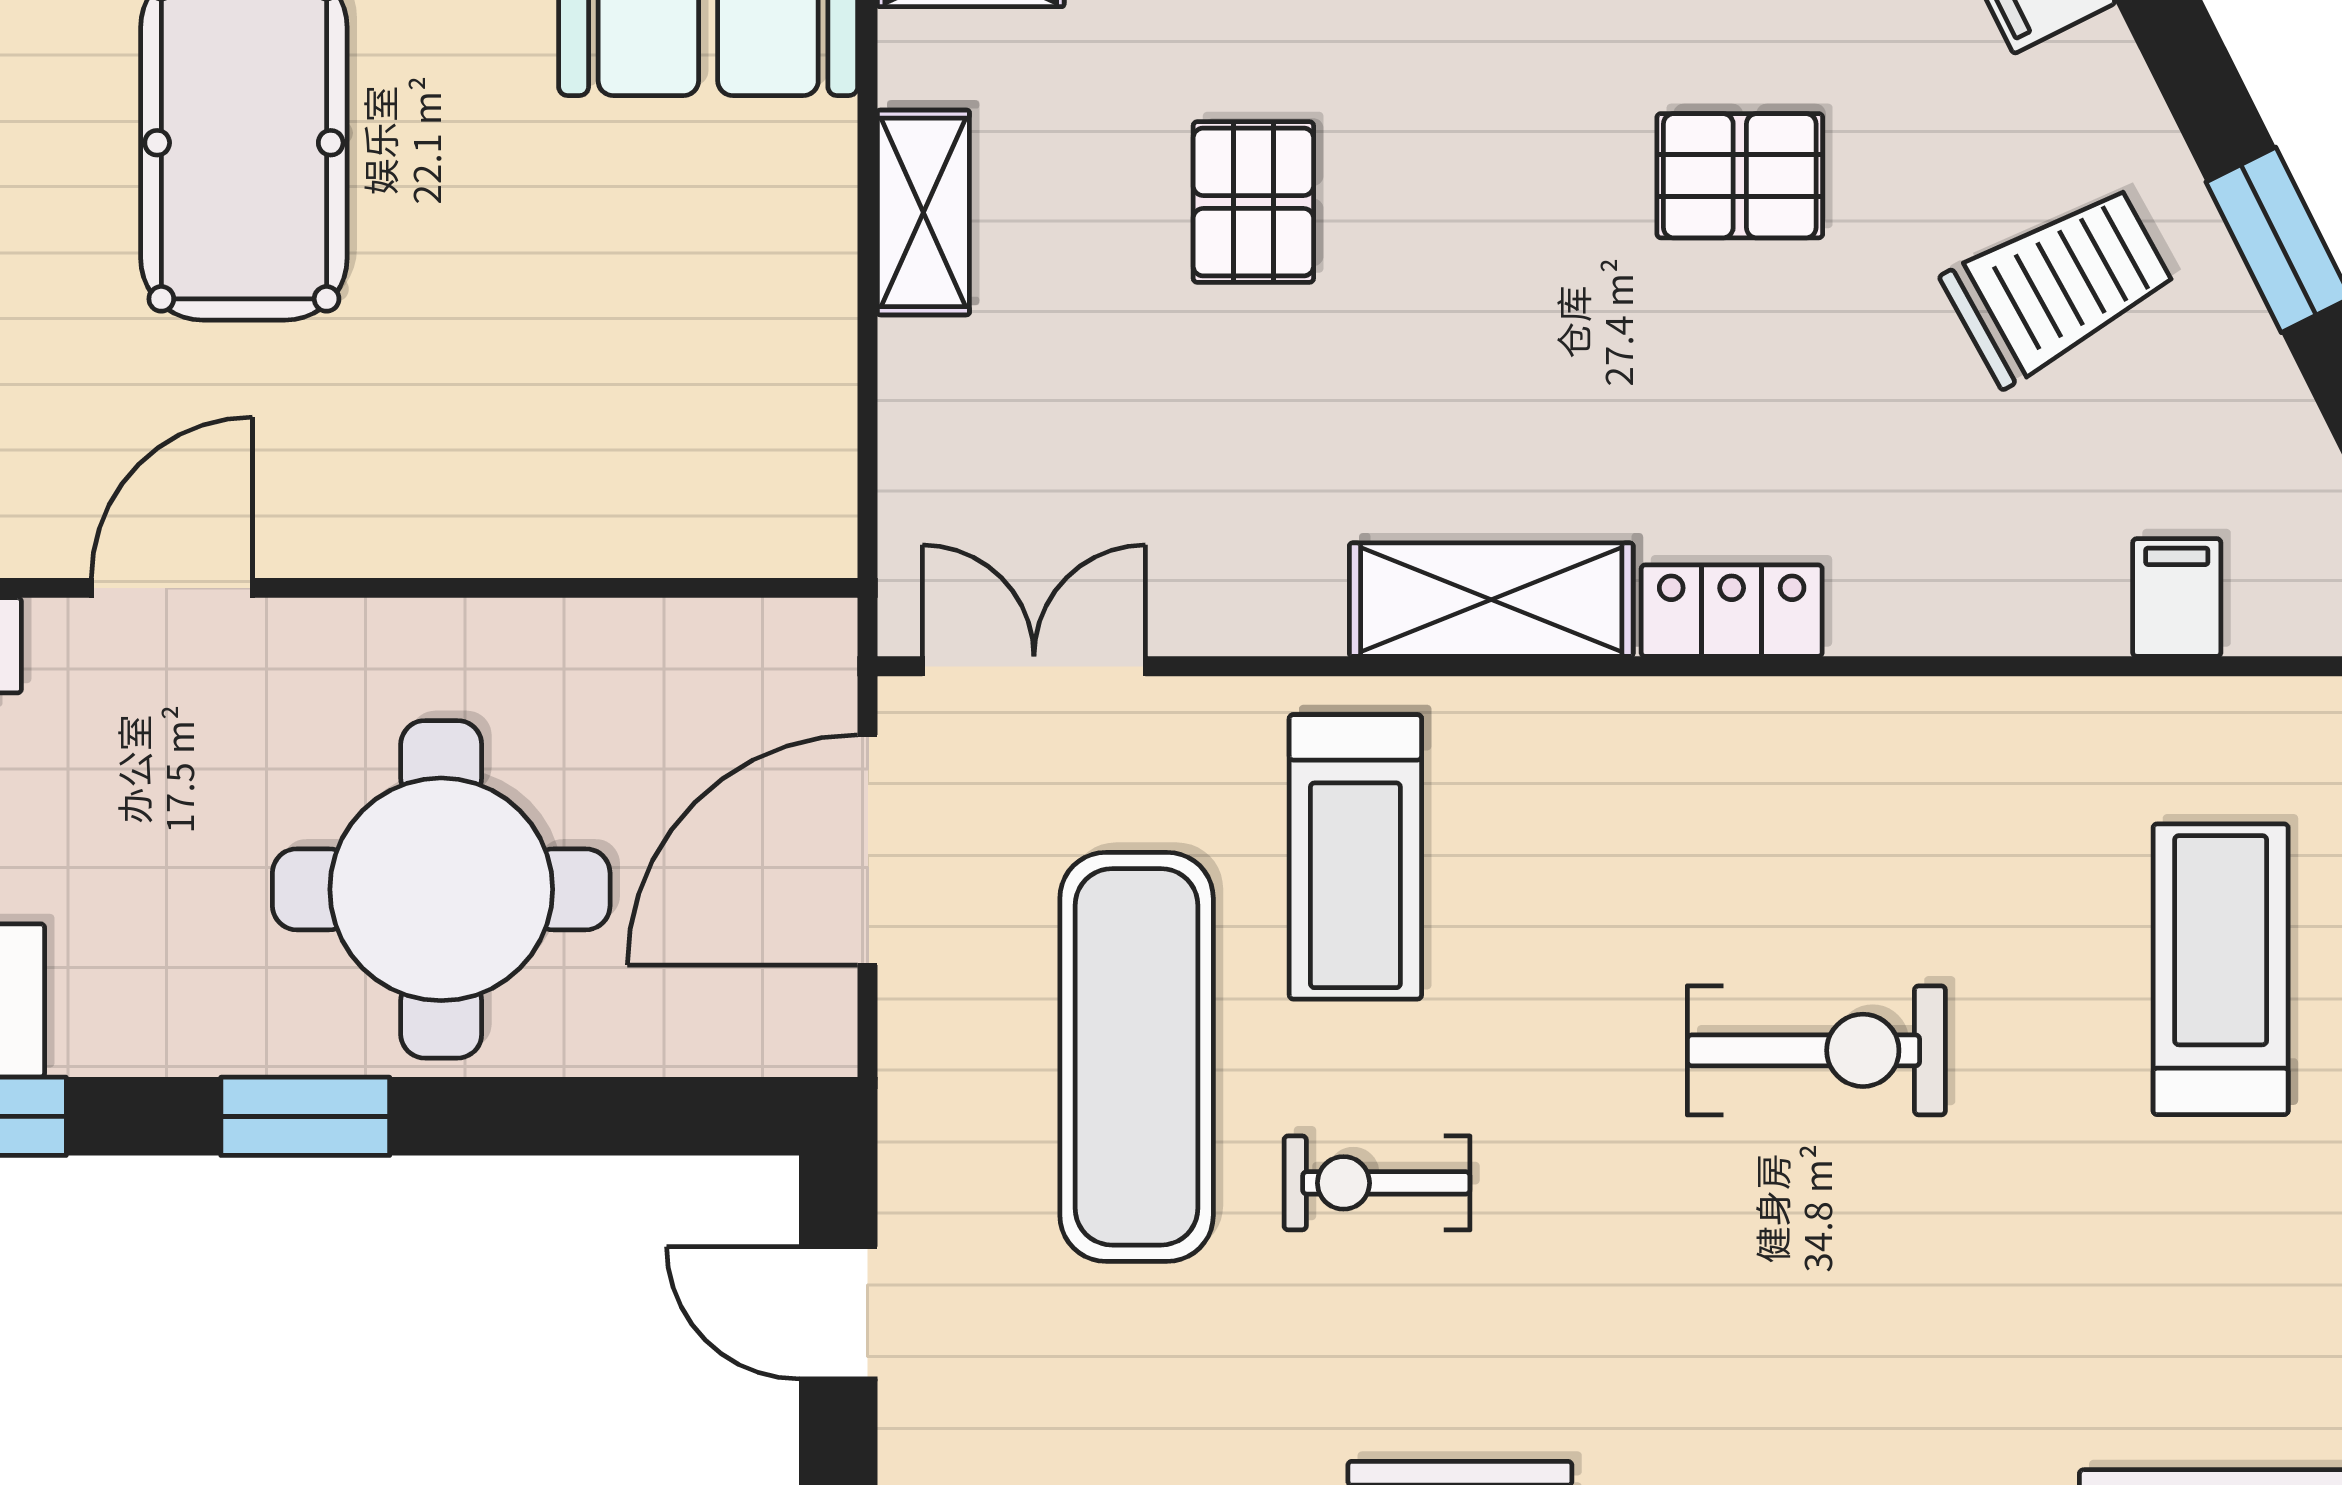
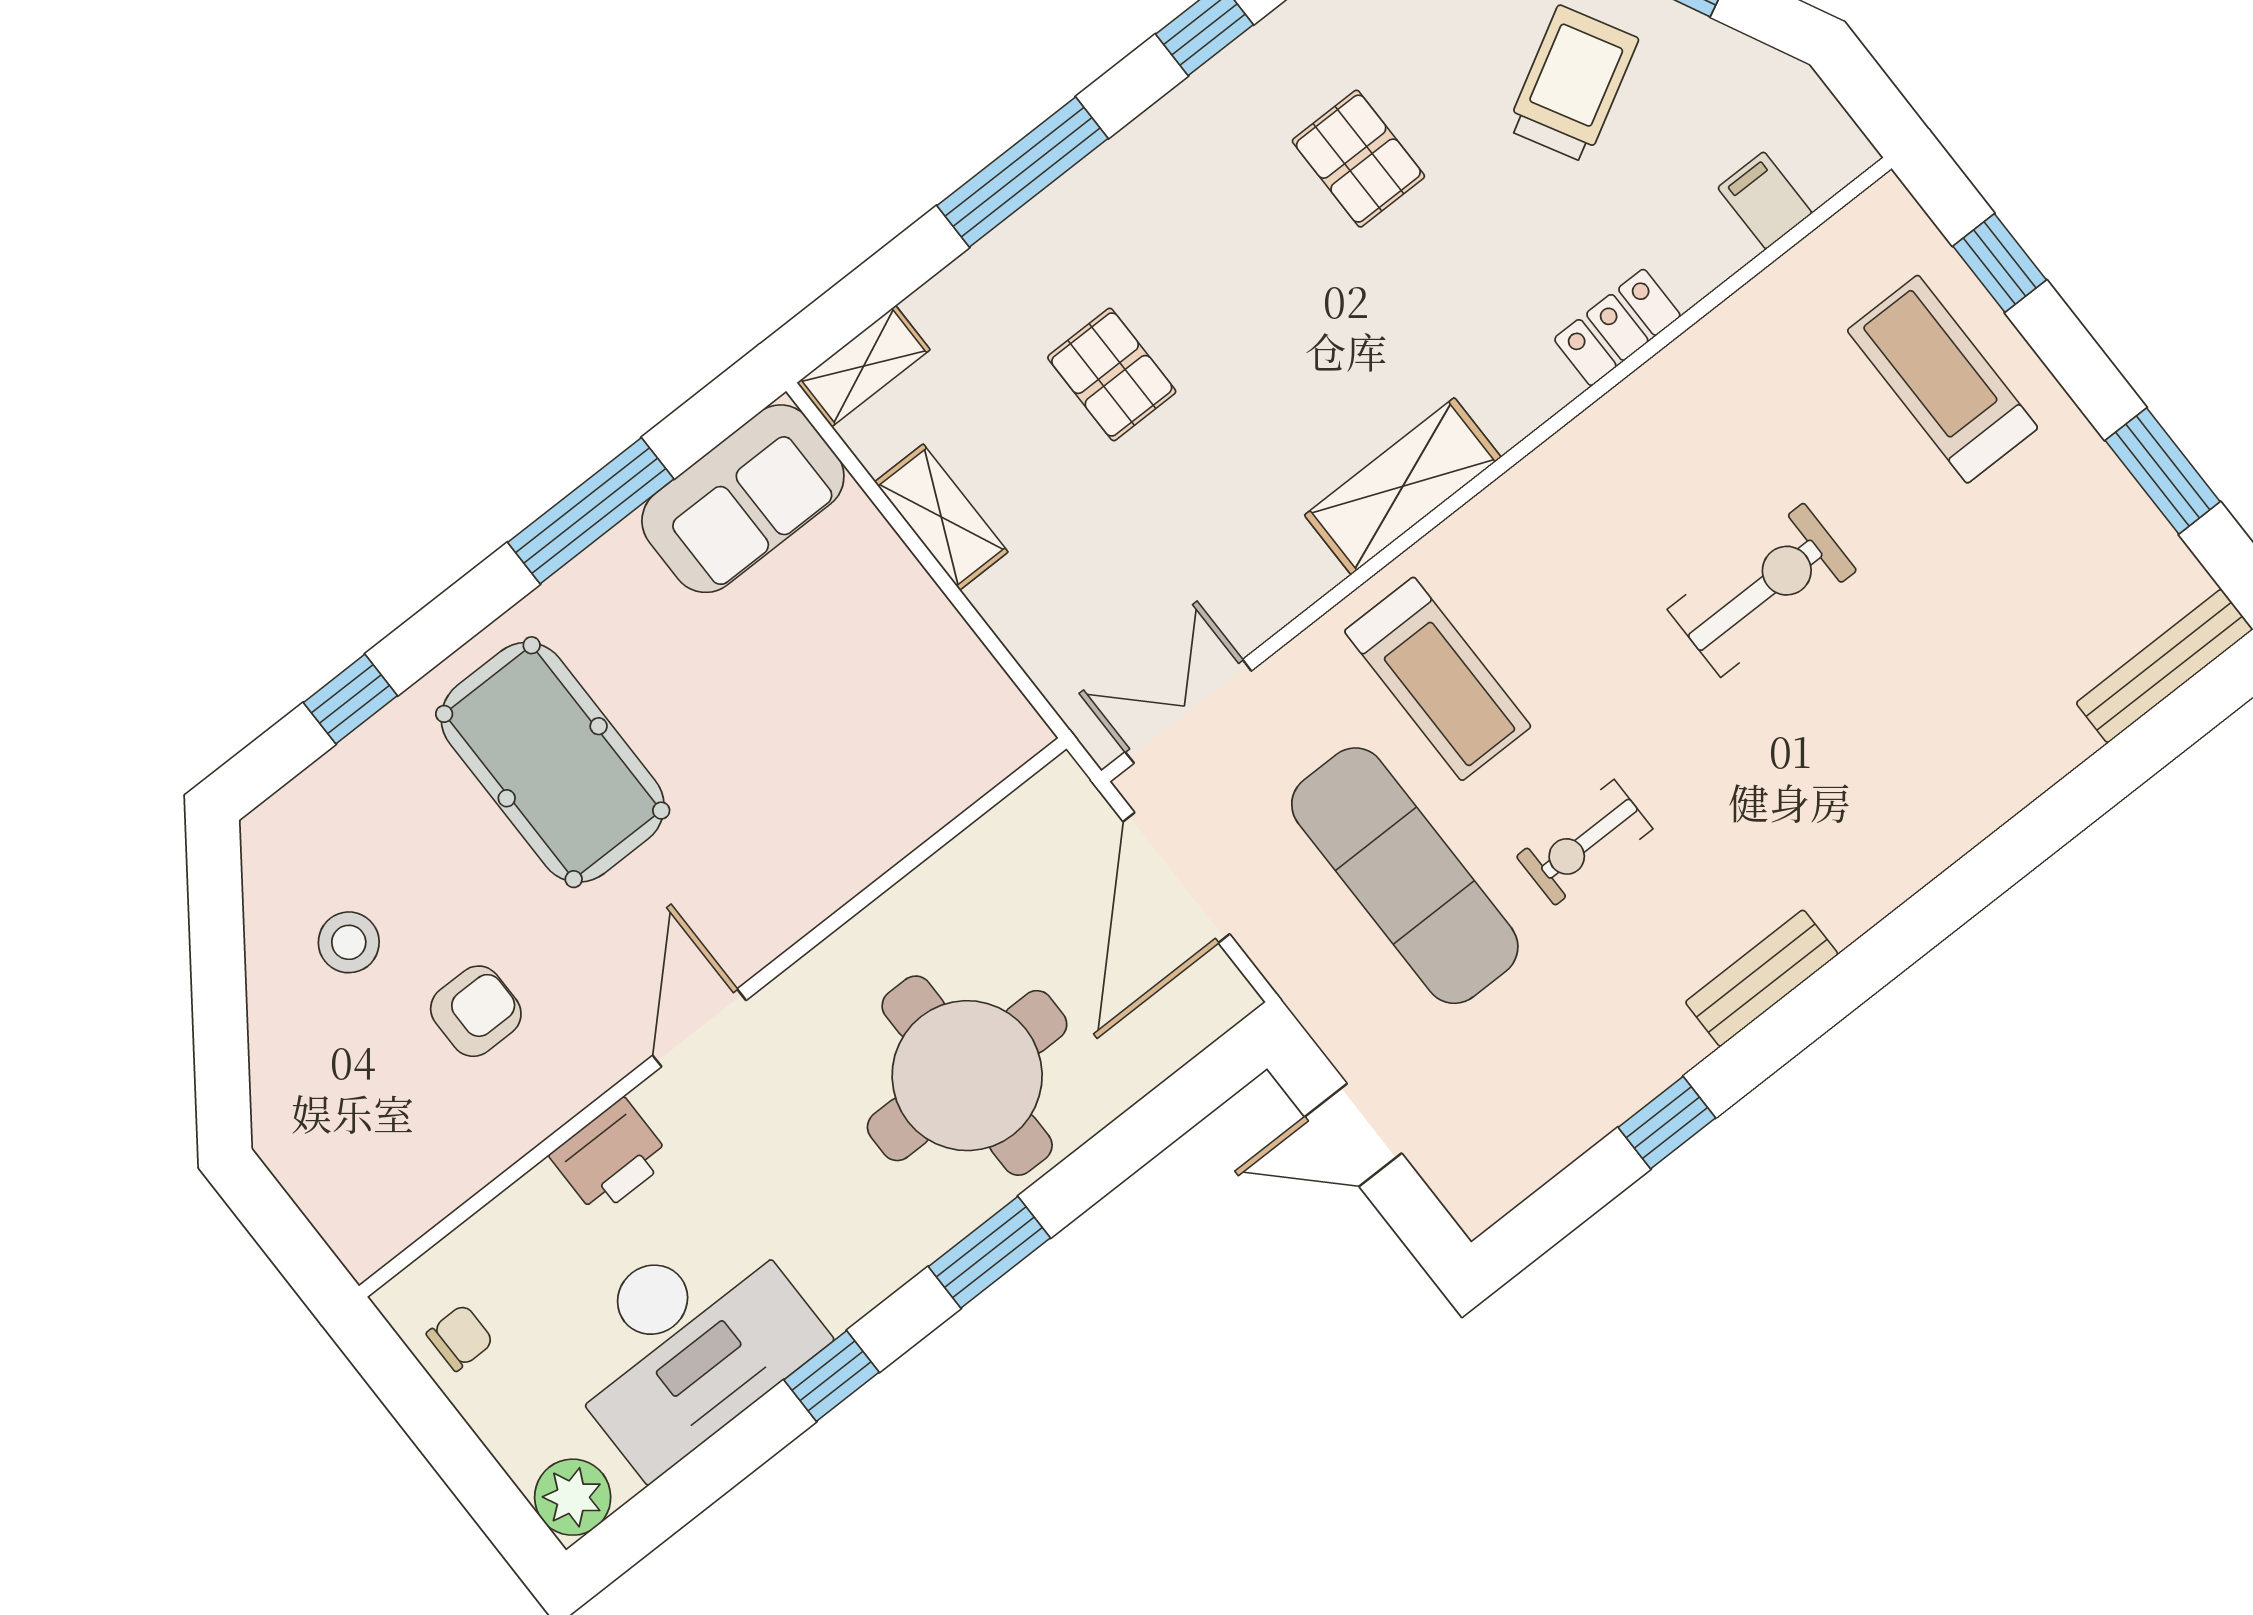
pallet: (1740, 176) -> (1358, 159), turned 90
locker: (1732, 611) -> (1617, 327), moved

